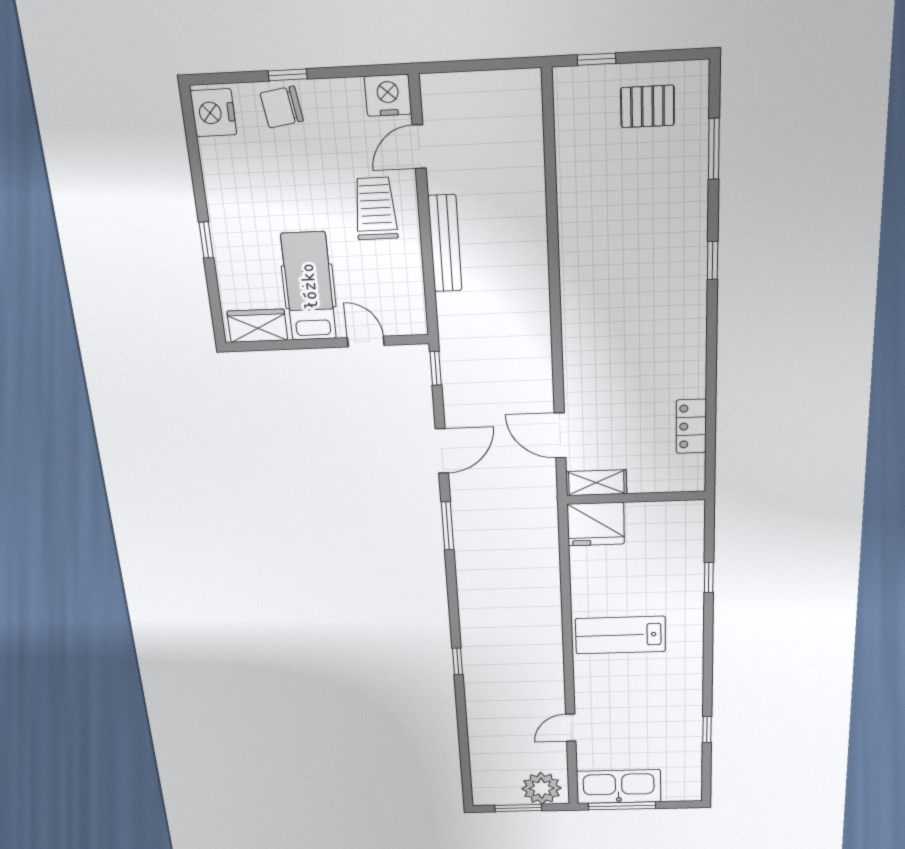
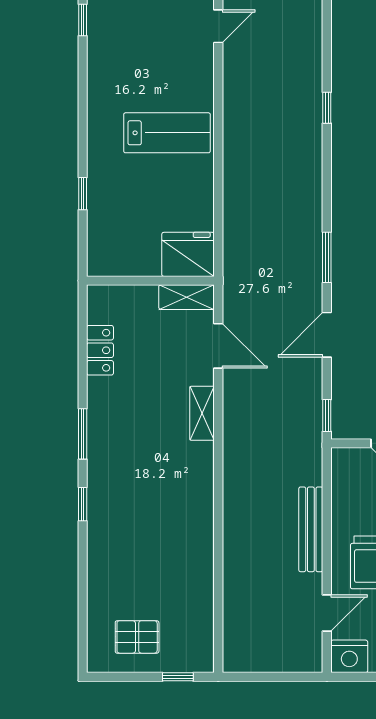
window: (714, 149) -> (83, 434), moved
shelving: (576, 365) -> (202, 413), added

